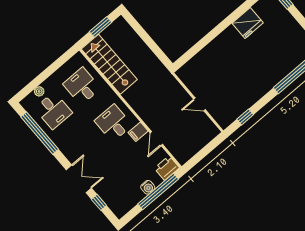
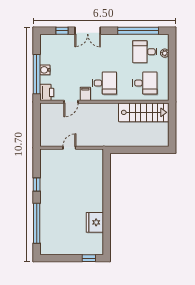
window: (101, 27) -> (172, 127), removed
window: (245, 117) -> (37, 185), moved
door: (156, 139) -> (71, 102), swing flipped

